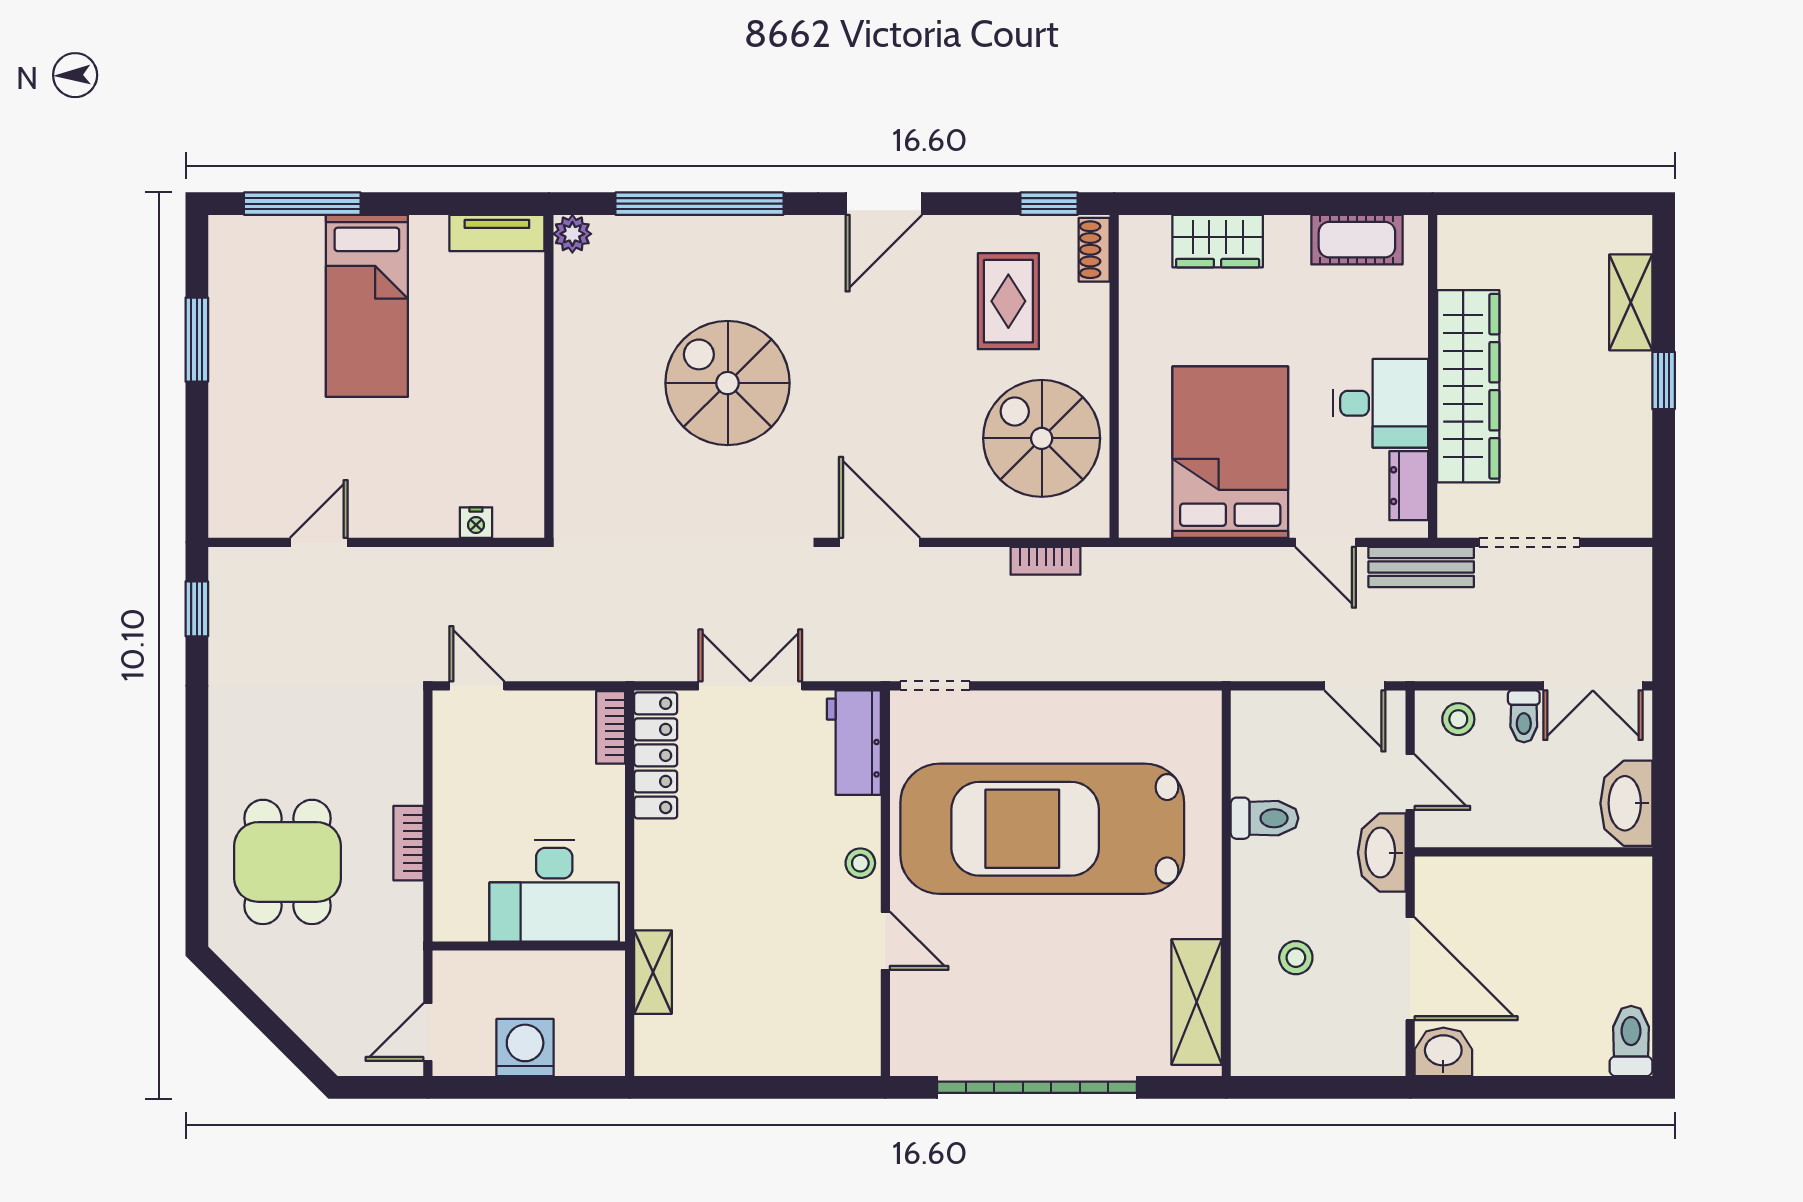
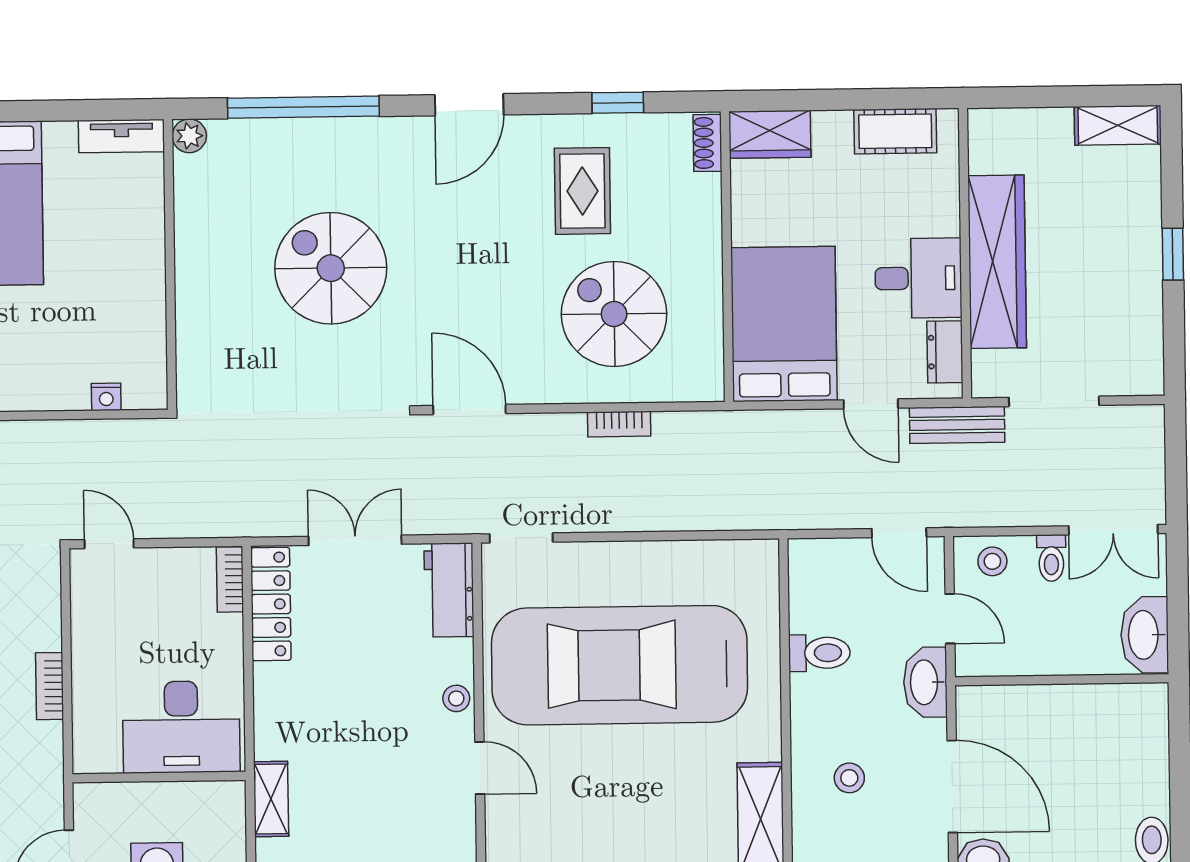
shoe rack: (1094, 250) -> (707, 143), moved
shelving: (1631, 302) -> (1118, 125), moved, turned 90
wall: (1114, 376) -> (727, 257), moved

